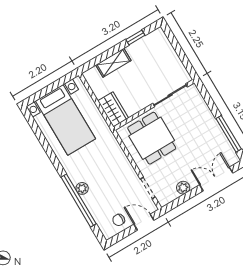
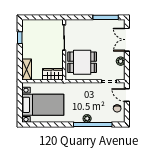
shelving: (113, 63) -> (27, 70), moved
door: (144, 222) -> (127, 95), hinge flipped

